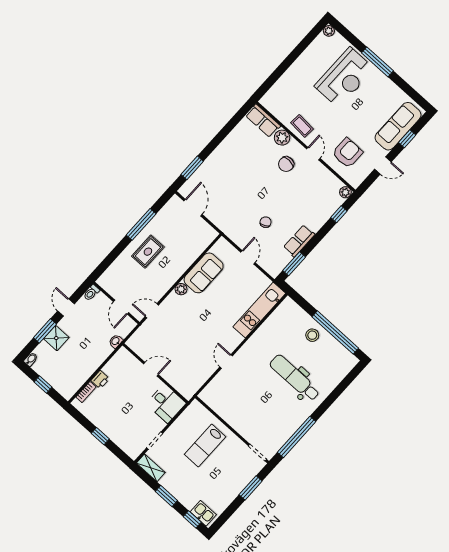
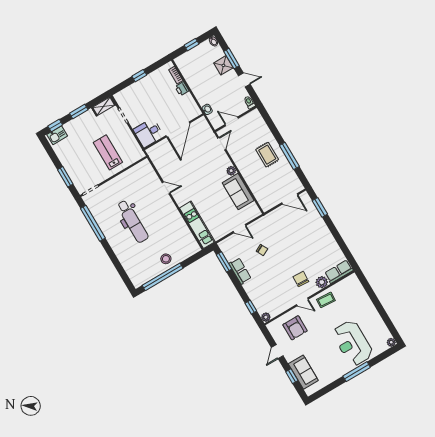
sofa: (398, 126) -> (303, 372), width x0.73
door: (151, 369) -> (178, 129), width x1.88
dental chair: (295, 378) -> (133, 221), moved, turned 90

